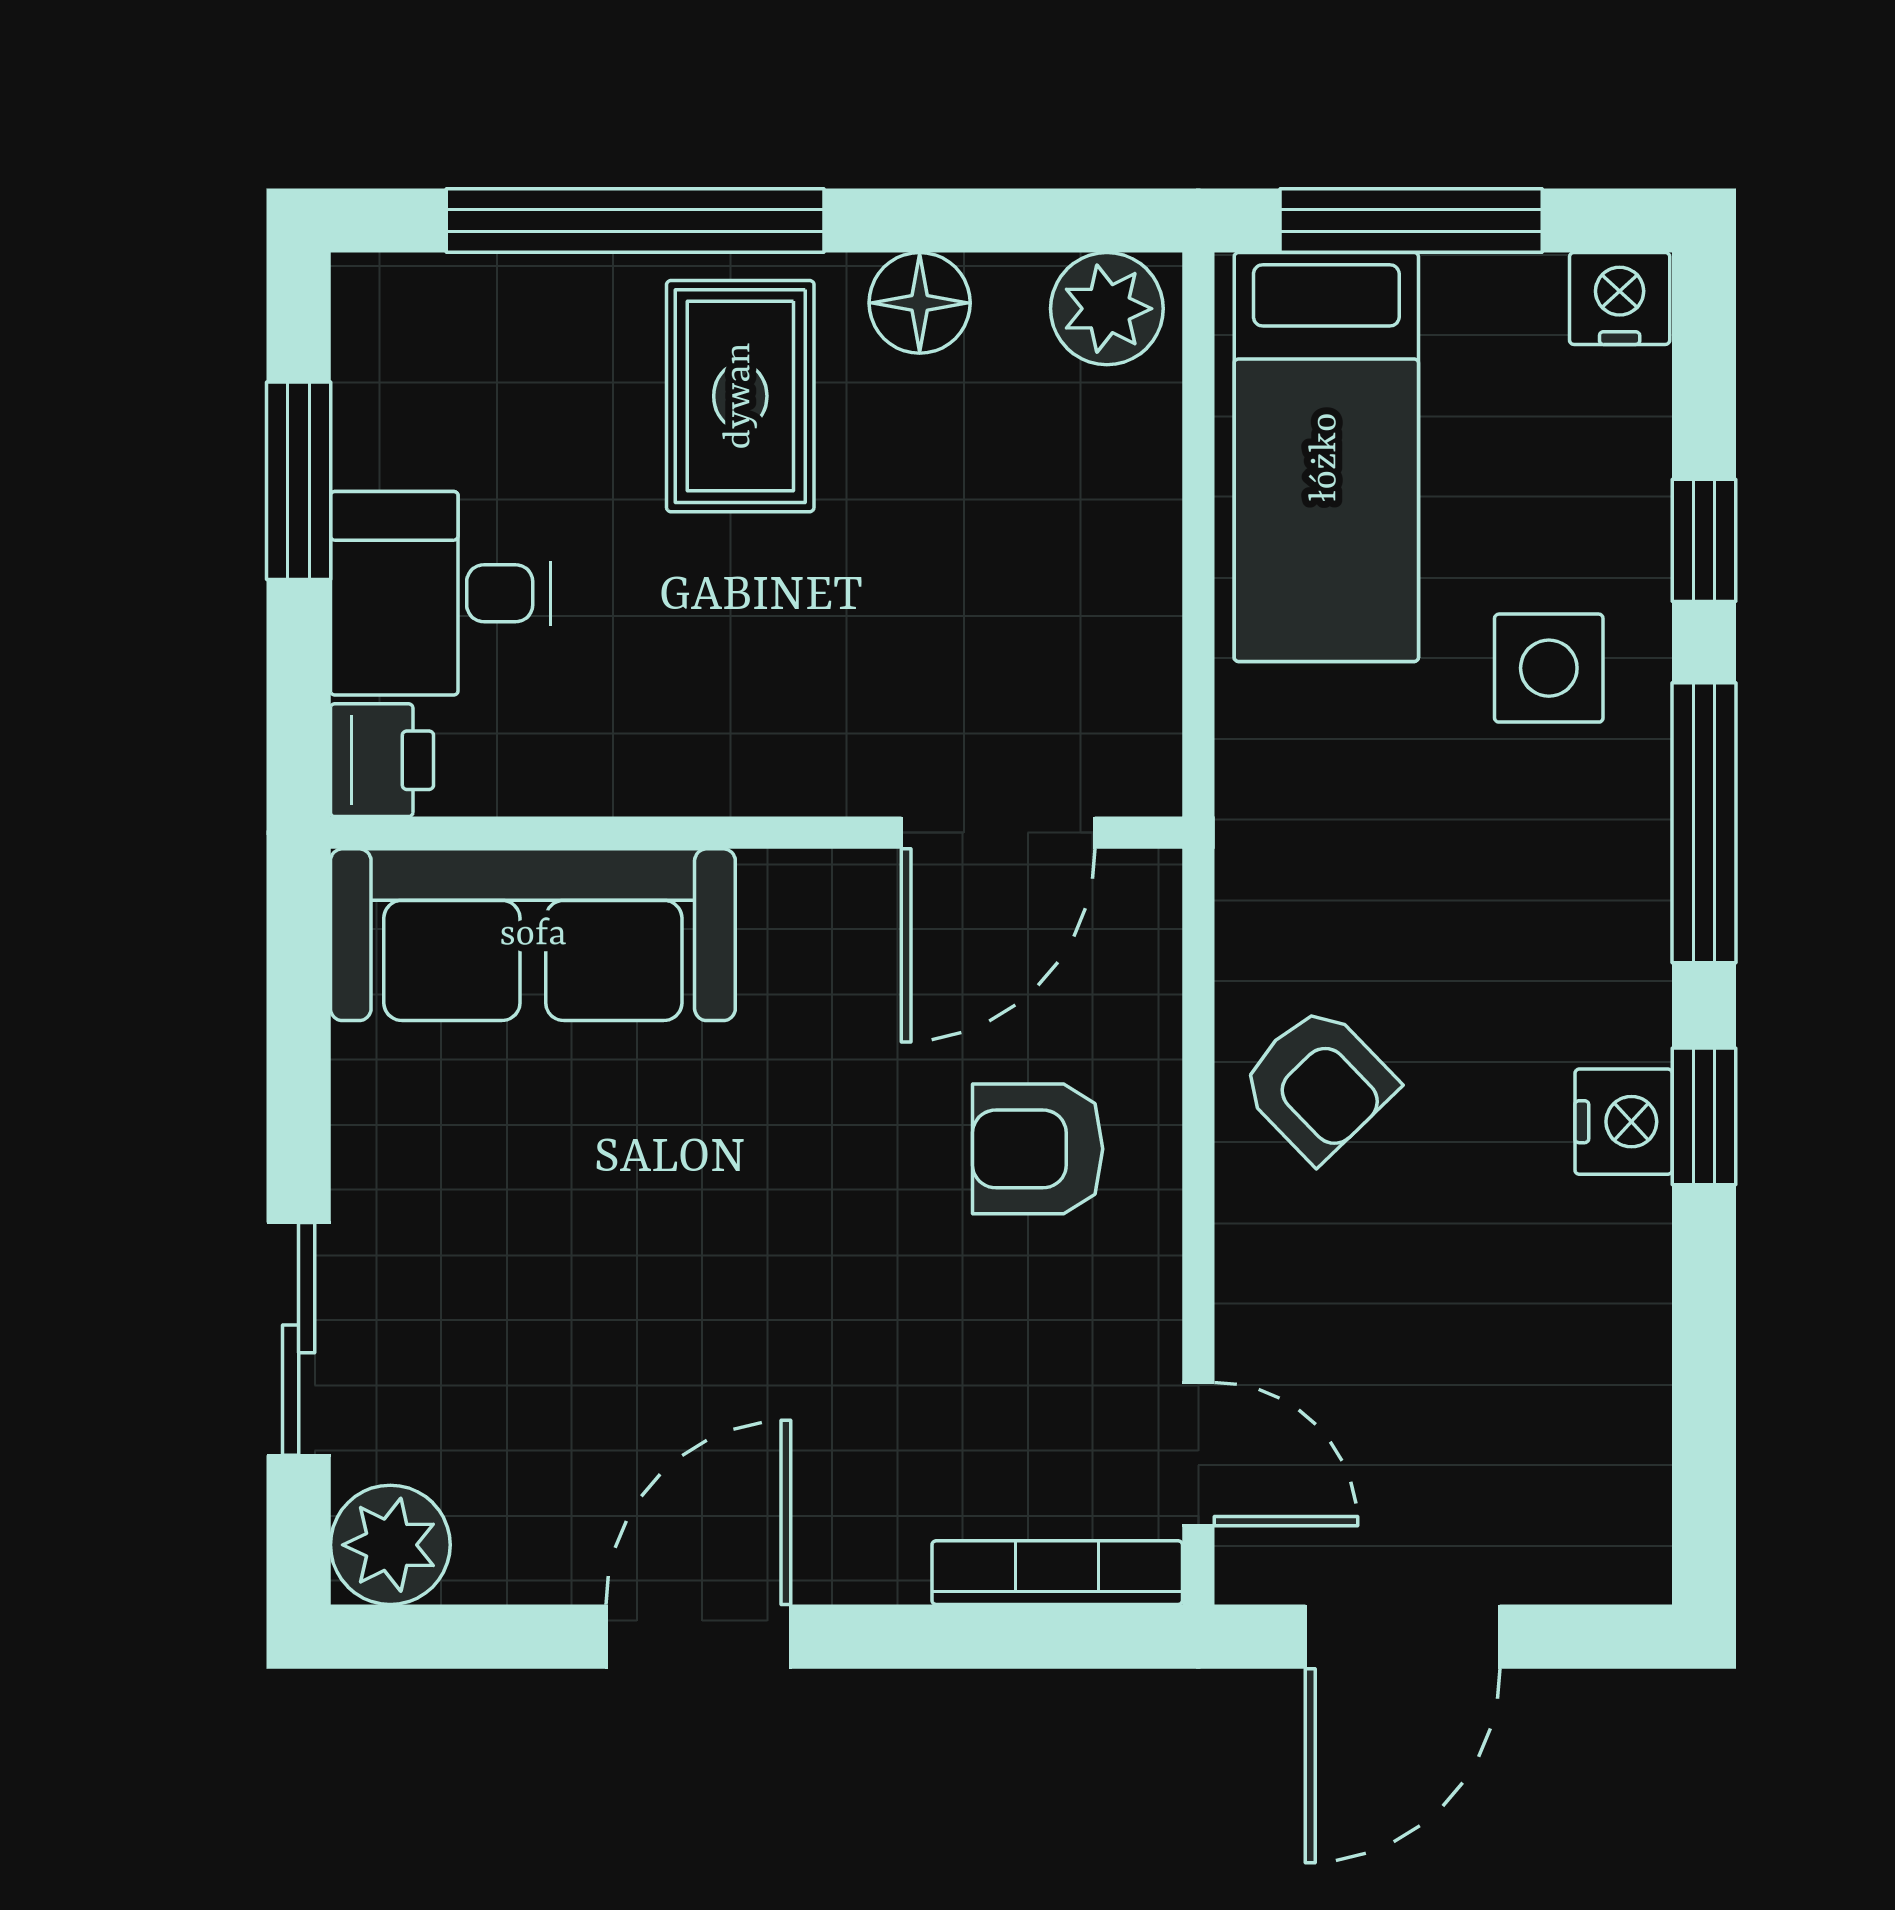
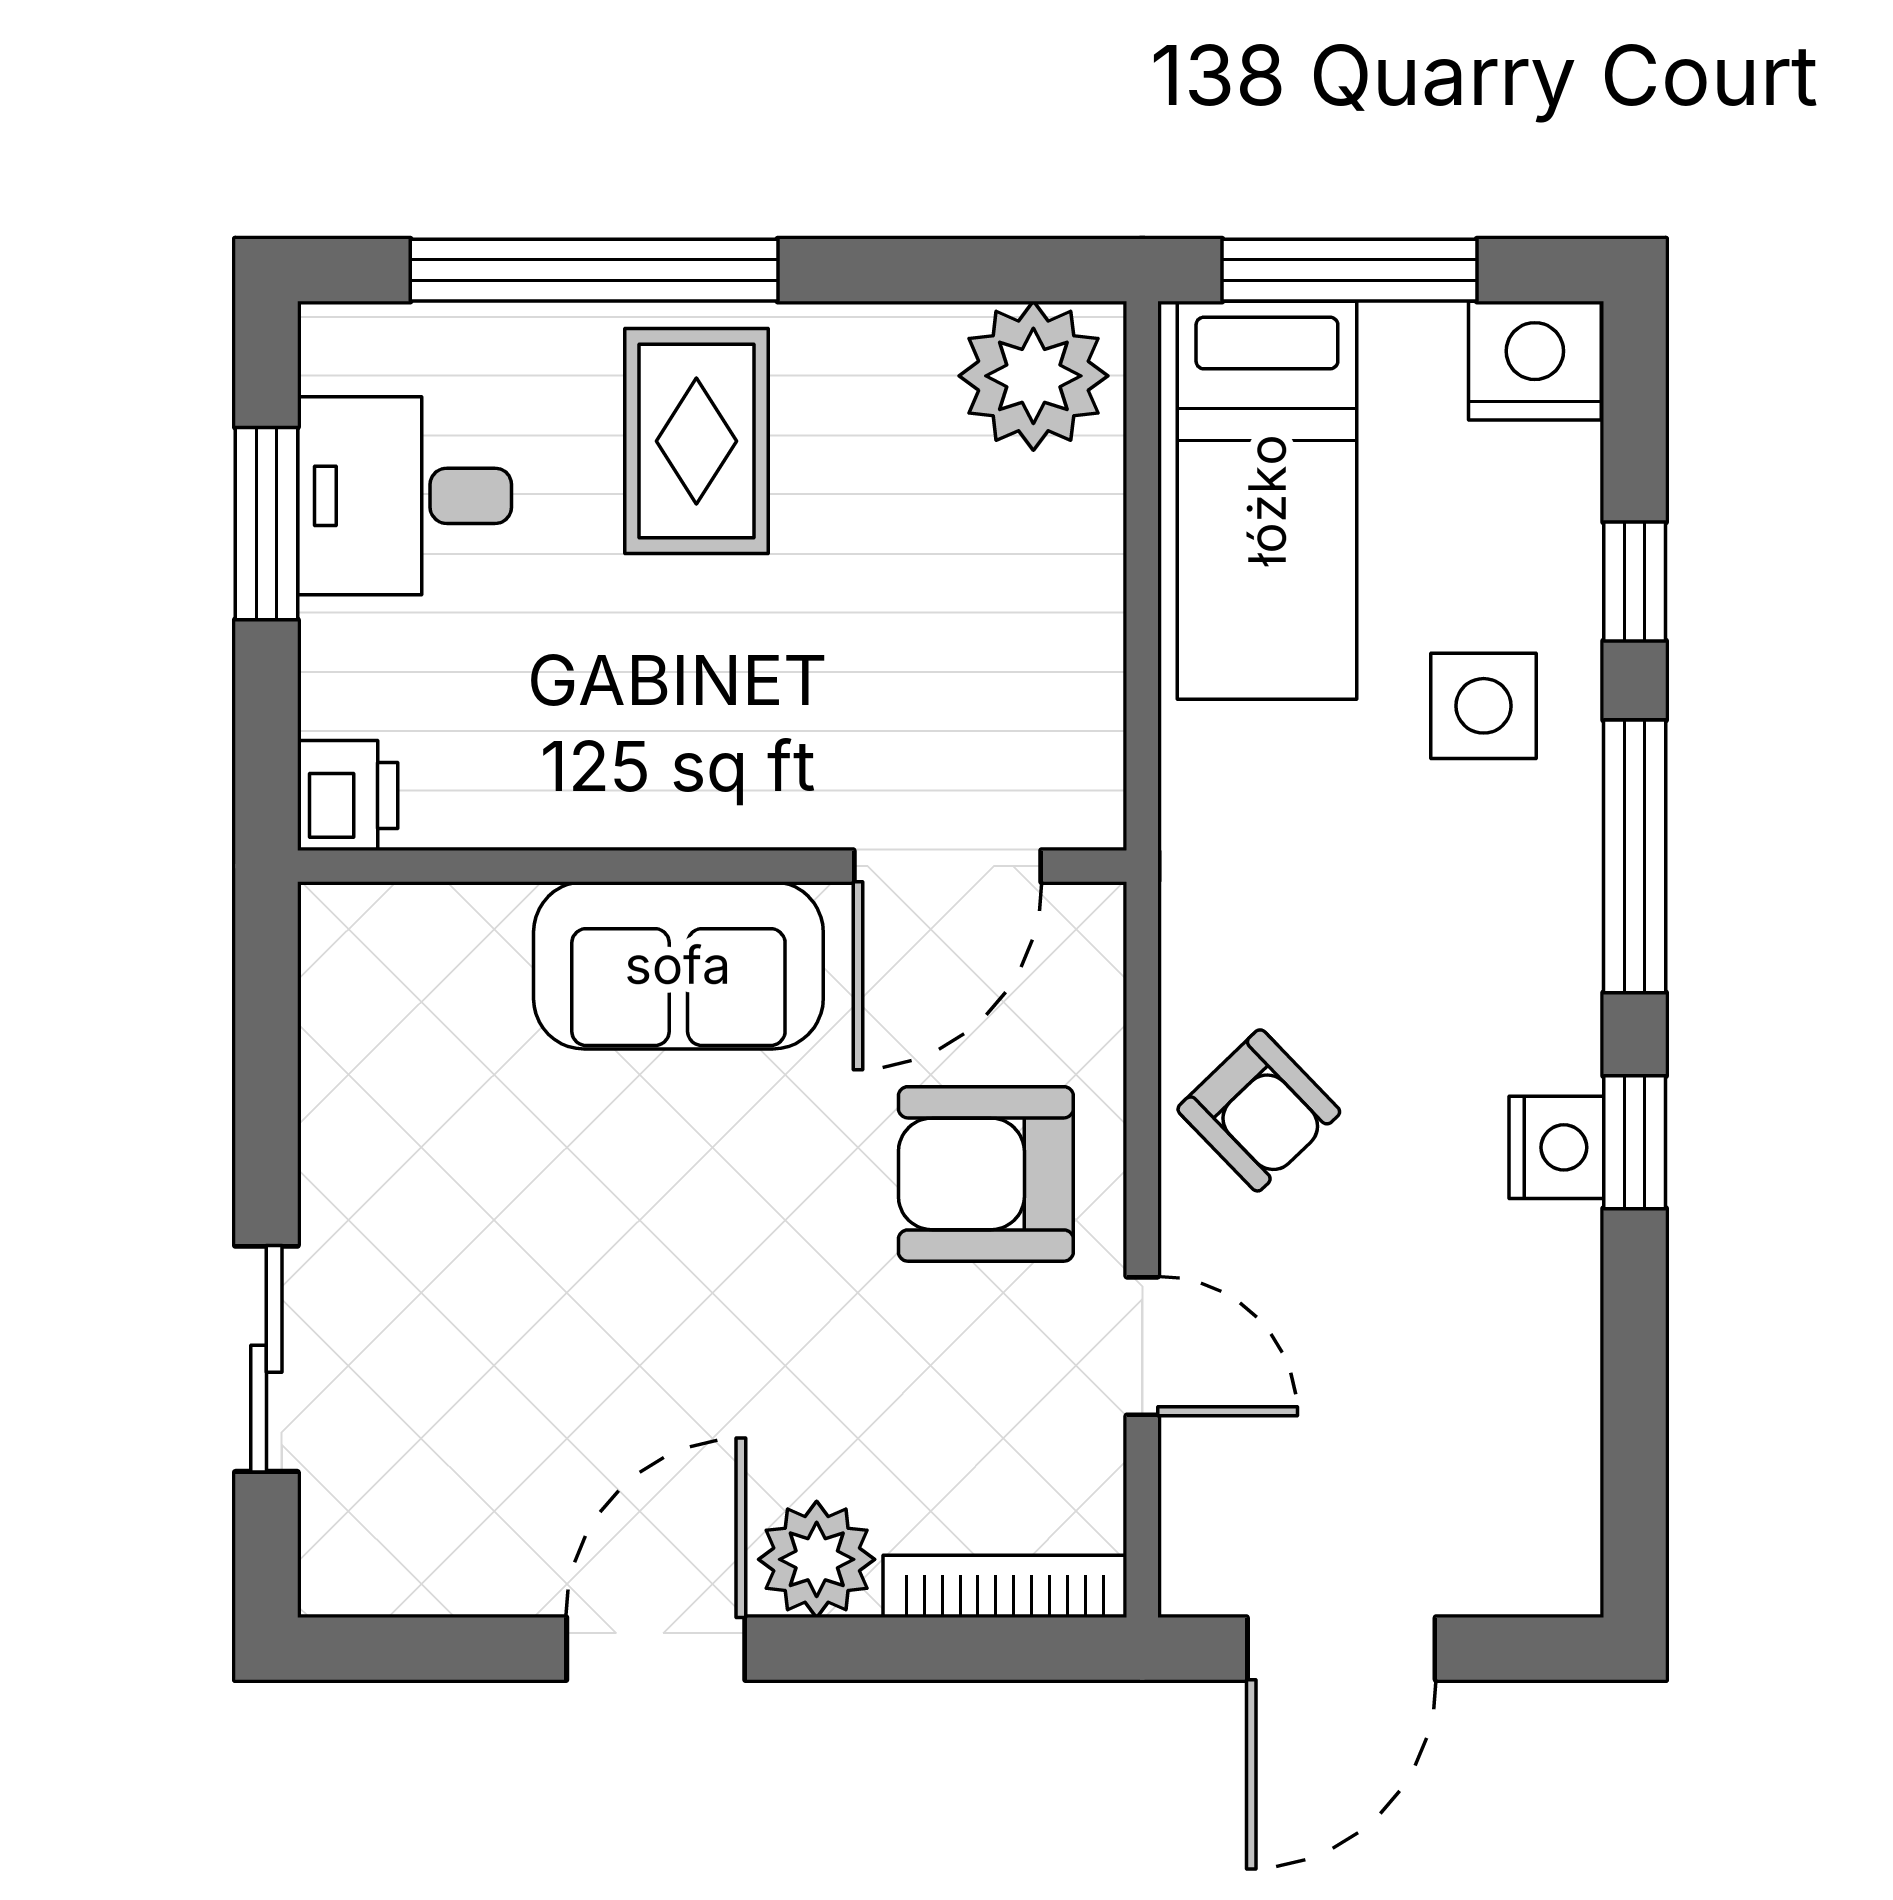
nightstand: (1620, 298) -> (1535, 361), width x1.36, depth x1.33
floor lamp: (920, 303) -> (871, 350), removed
plant: (1107, 309) -> (1033, 376), width x1.36, depth x1.36
desk: (440, 593) -> (404, 496), moved
sofa: (533, 935) -> (678, 965), moved, width x0.73
armchair: (1038, 1149) -> (986, 1174), width x1.38, depth x1.38
door: (1198, 1454) -> (1142, 1346), moved
plant: (390, 1545) -> (817, 1559), moved

